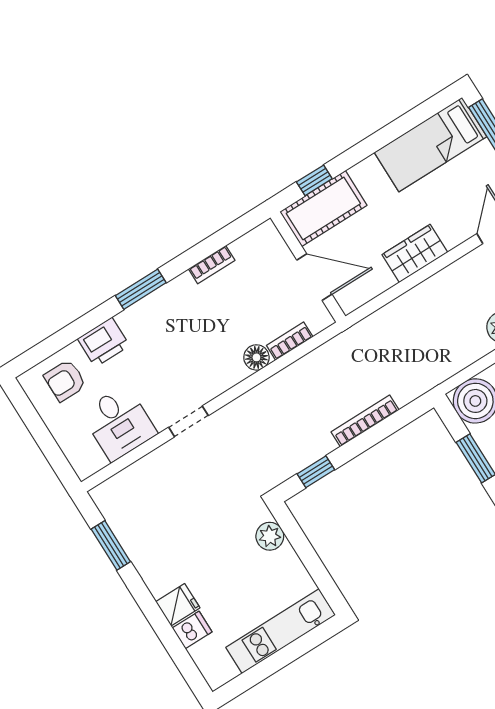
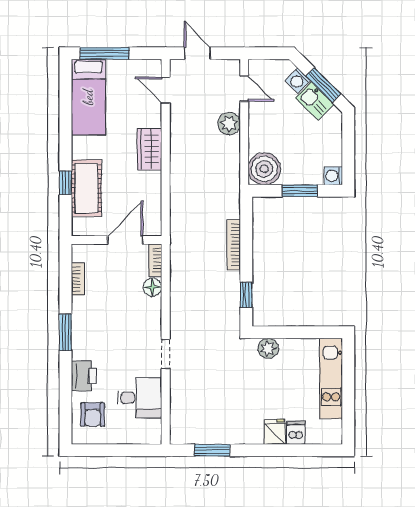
wall: (308, 267) -> (117, 240), moved
door: (314, 277) -> (125, 240), moved

